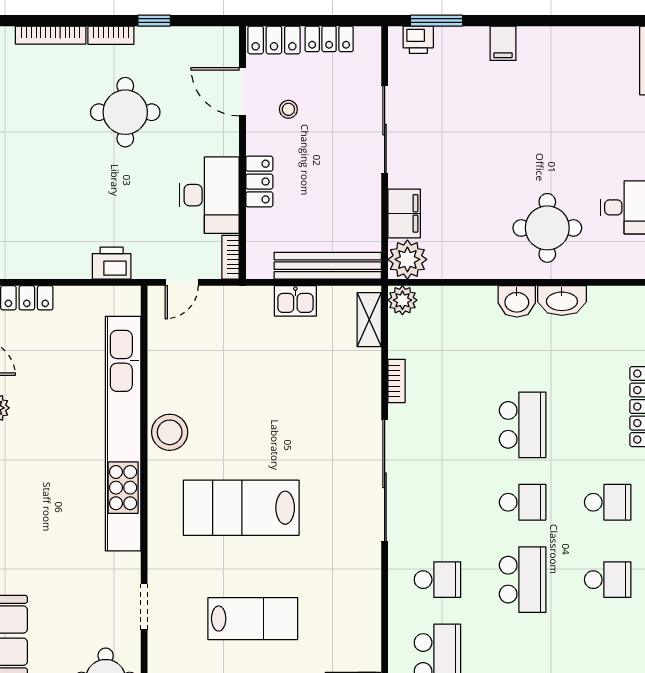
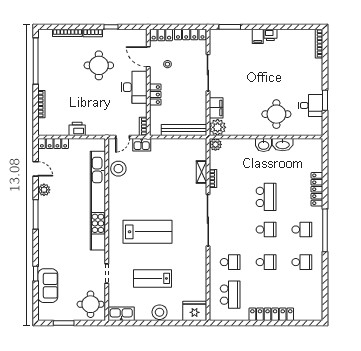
locker: (329, 39) -> (190, 35), width x1.53
printer: (418, 40) -> (270, 35), moved
desk: (209, 195) -> (134, 87), moved
printer: (112, 263) -> (77, 129), moved
kitchen sink: (295, 301) -> (142, 145), moved
shelving: (369, 320) -> (201, 172), moved
stool: (170, 432) -> (118, 169), moved
lab bench: (241, 508) -> (148, 232), turned 180
school desk: (523, 580) -> (266, 262), width x0.54
lab bench: (253, 619) -> (152, 278), turned 180

